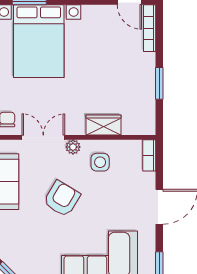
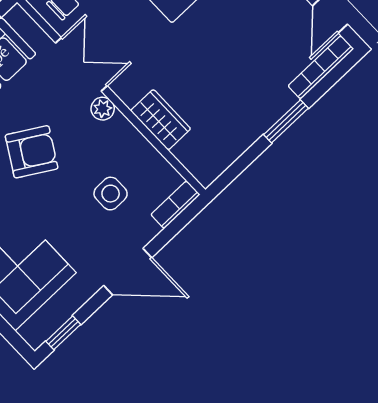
window: (159, 83) -> (286, 121), moved
side table: (100, 162) -> (111, 194), moved

